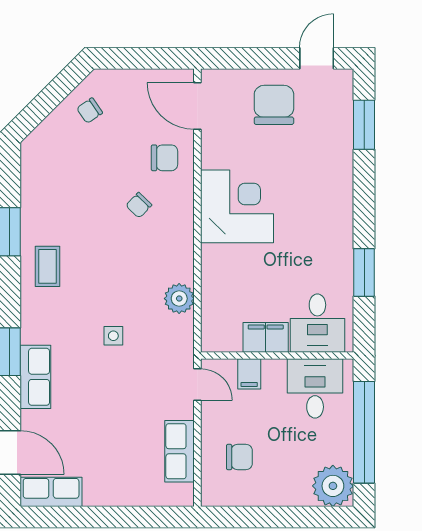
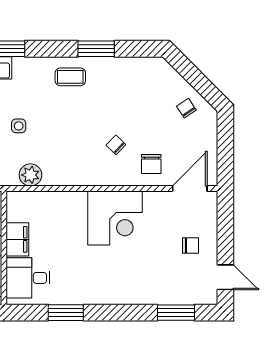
chair: (274, 105) -> (191, 246), width x0.54, depth x0.54
plant: (179, 299) -> (30, 175), moved

